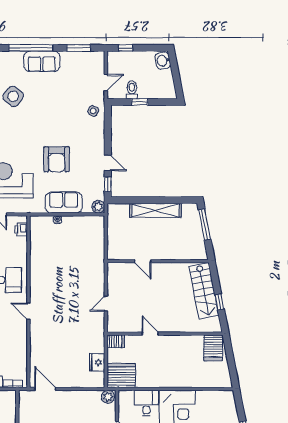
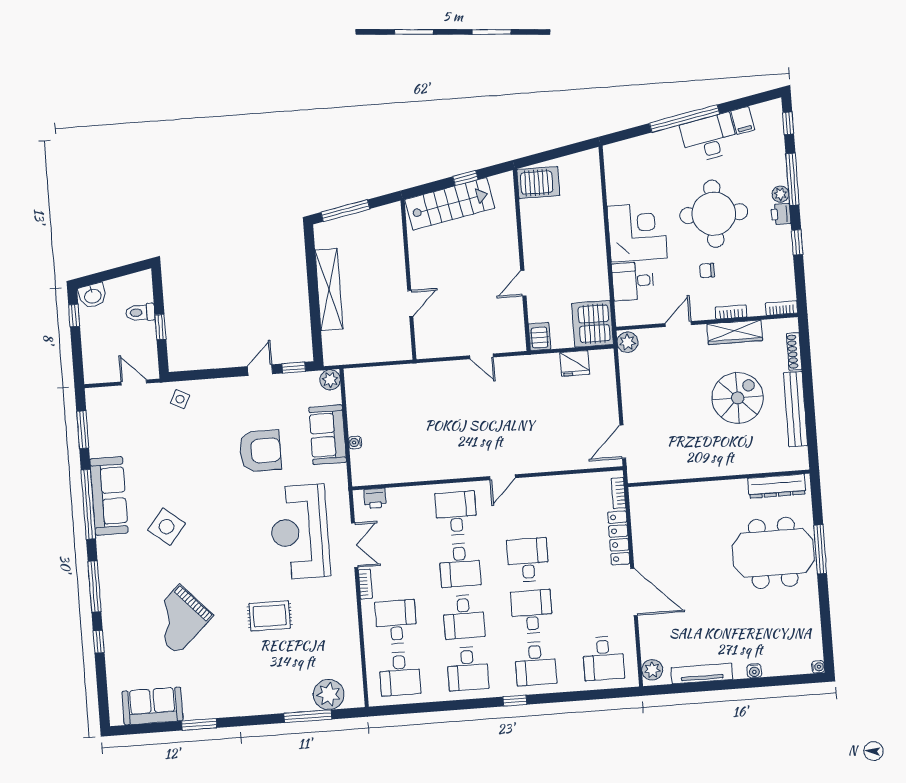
window: (126, 48) -> (74, 315), moved
sofa: (42, 61) -> (109, 496), width x1.36
toilet: (132, 90) -> (140, 312), moved

